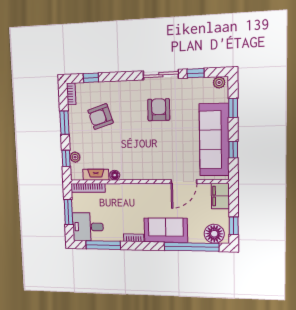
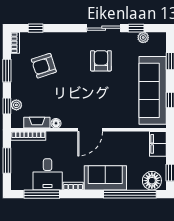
plant: (219, 83) -> (143, 38), moved
door: (184, 182) -> (90, 130), moved
desk: (88, 227) -> (48, 174), moved, turned -90

